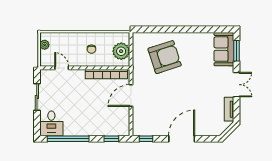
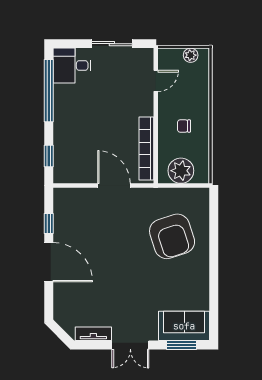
window: (146, 139) -> (49, 223), moved

